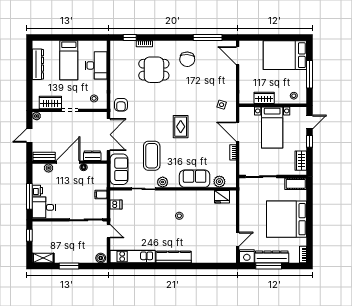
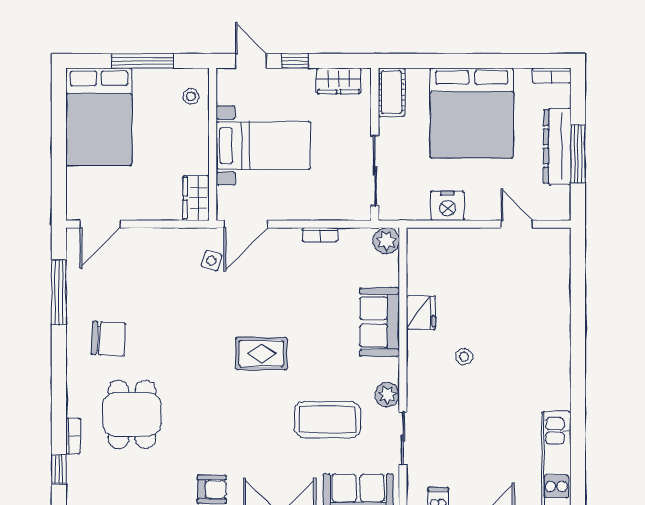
wardrobe: (264, 98) -> (196, 198), moved
door: (238, 132) -> (246, 224), moved
plant: (219, 182) -> (386, 241), moved
fridge: (222, 197) -> (421, 312), moved
nightstand: (247, 256) -> (447, 206), moved, turned 90
kitchen counter: (174, 257) -> (558, 370), removed

